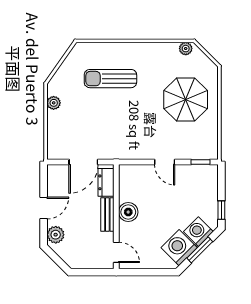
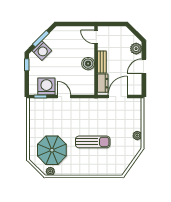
sun lounger: (110, 79) -> (93, 142), moved
parasol: (186, 99) -> (52, 150), moved
washing machine: (179, 248) -> (46, 86), moved, turned -135

